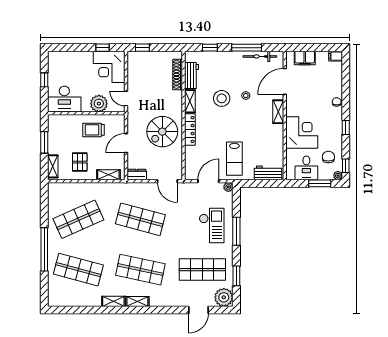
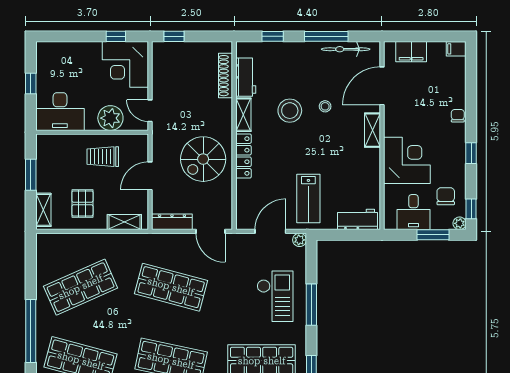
dresser: (137, 175) -> (172, 222), width x1.44

